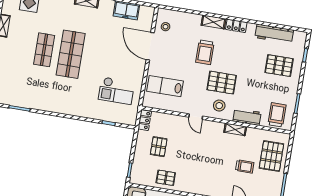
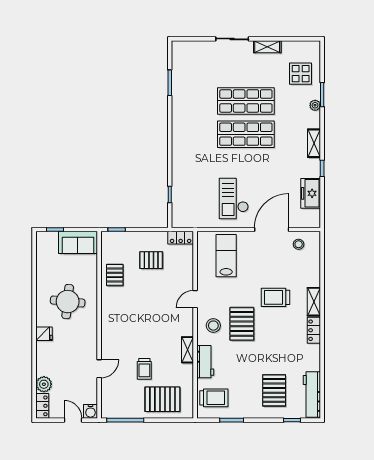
workbench: (274, 34) -> (312, 395), moved
shop shelf: (44, 50) -> (246, 101), width x1.43, depth x1.36
checkout: (116, 91) -> (234, 199), moved

